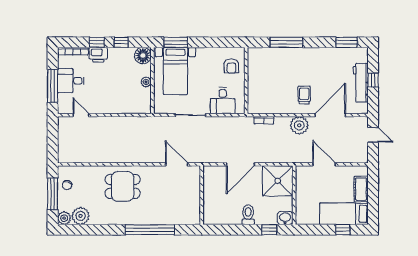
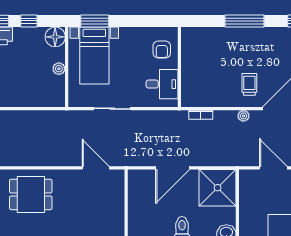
window: (287, 42) -> (244, 21), moved
desk: (223, 101) -> (162, 84), moved, turned -90
plant: (299, 125) -> (243, 116), width x0.53, depth x0.53

